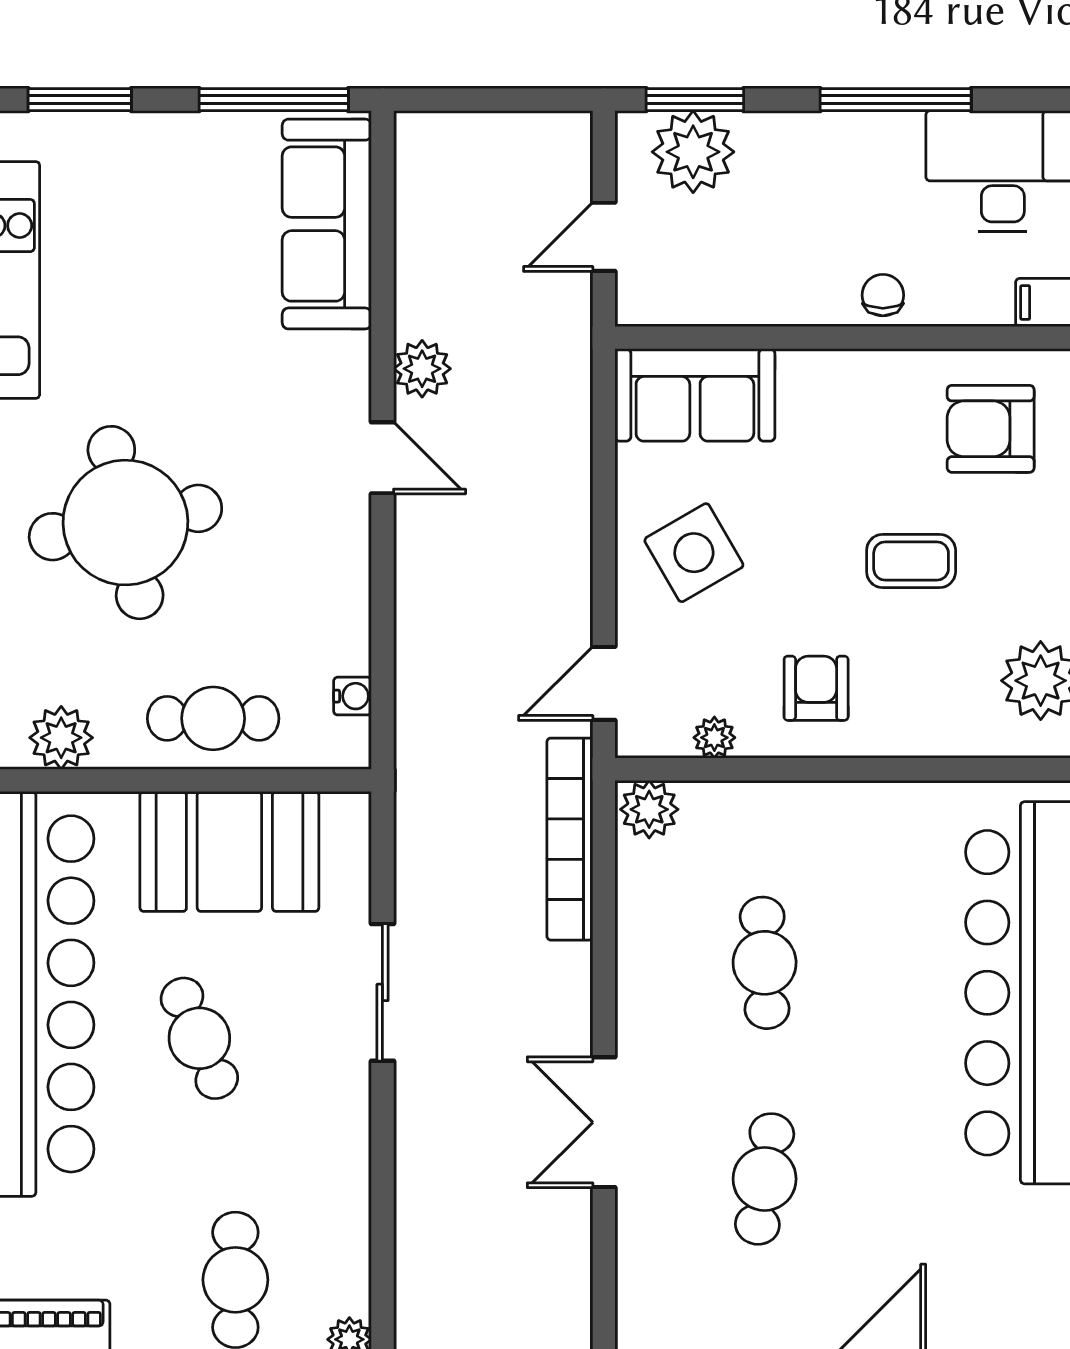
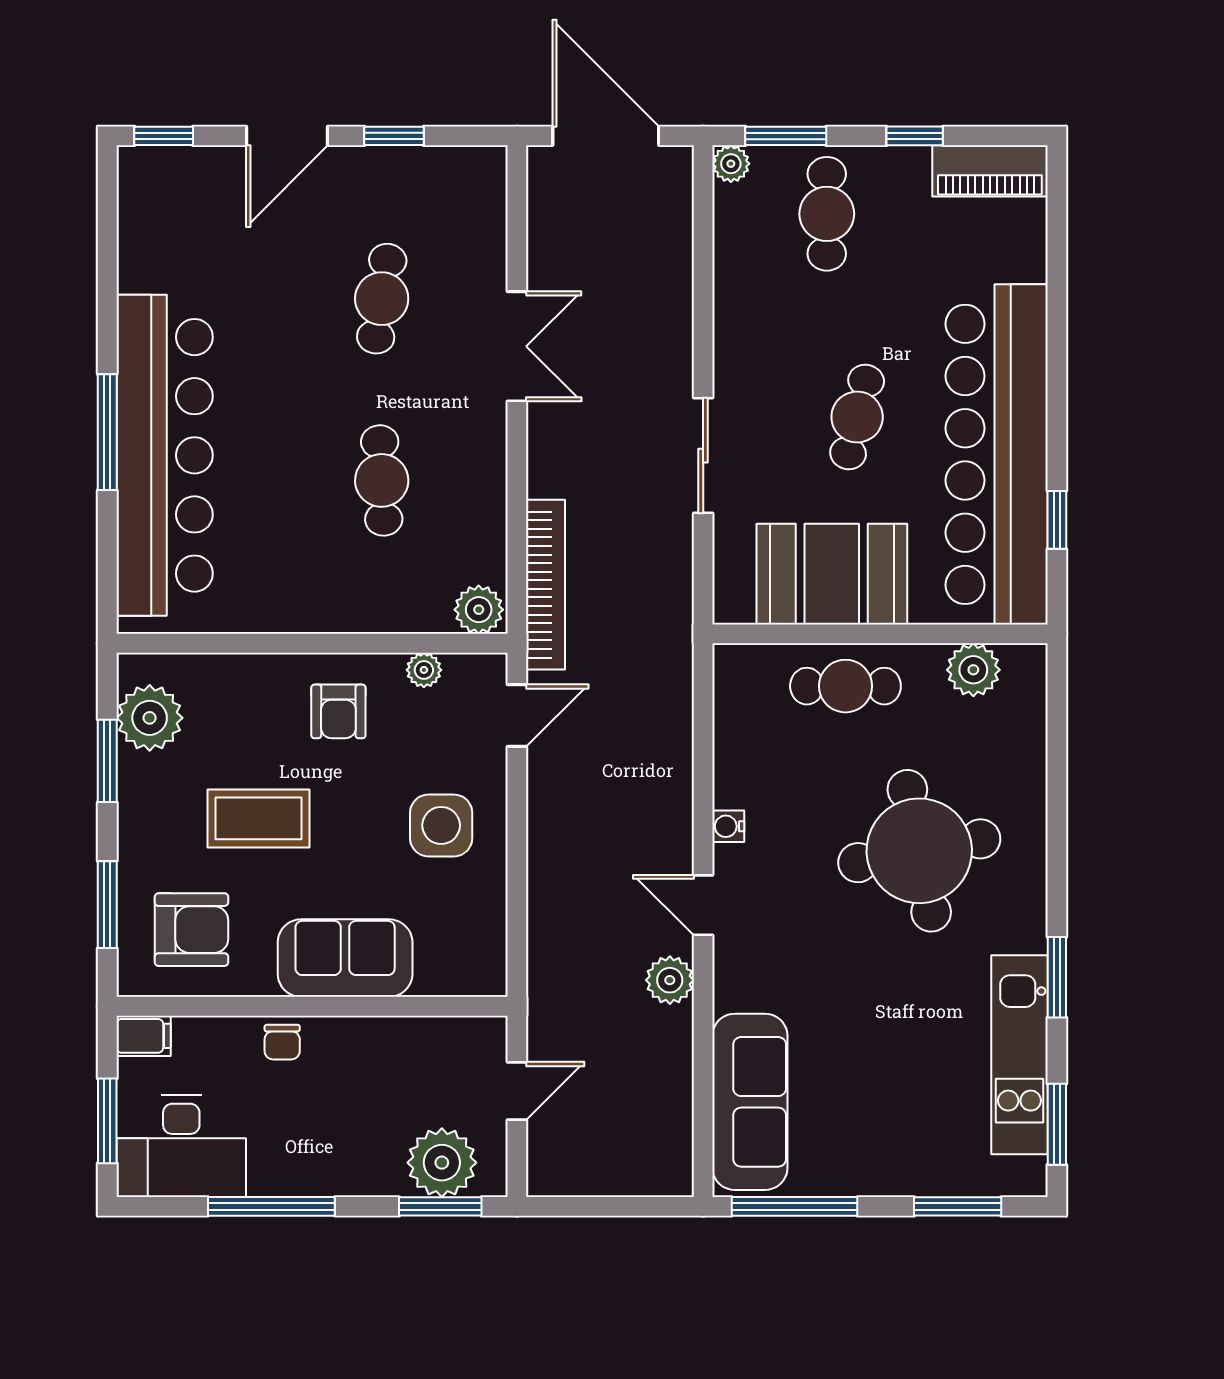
sofa: (695, 395) -> (345, 958), moved
side table: (694, 553) -> (441, 825), turned 30
coffee table: (911, 561) -> (258, 818), width x1.36, depth x1.30
water cooler: (353, 696) -> (728, 826), moved
cafe table: (199, 1038) -> (857, 417), turned 37

